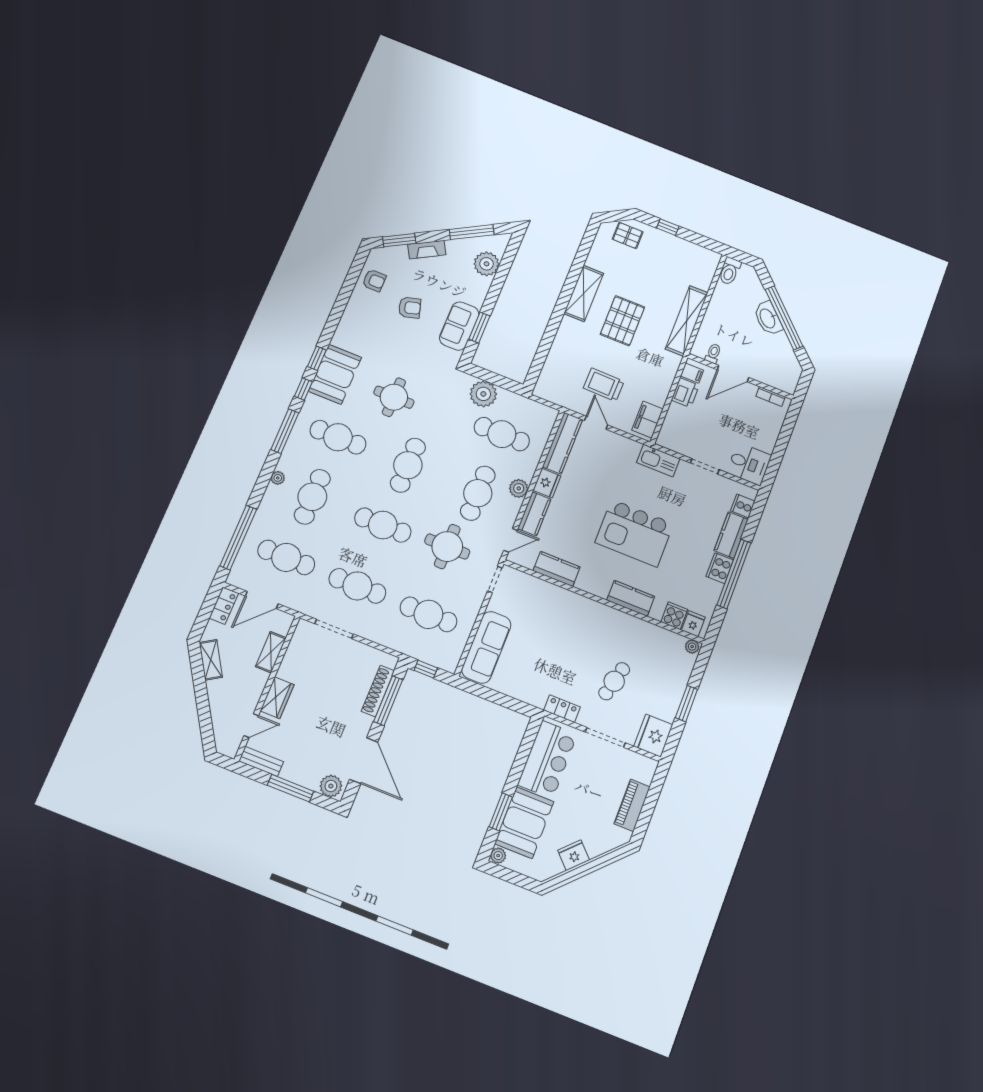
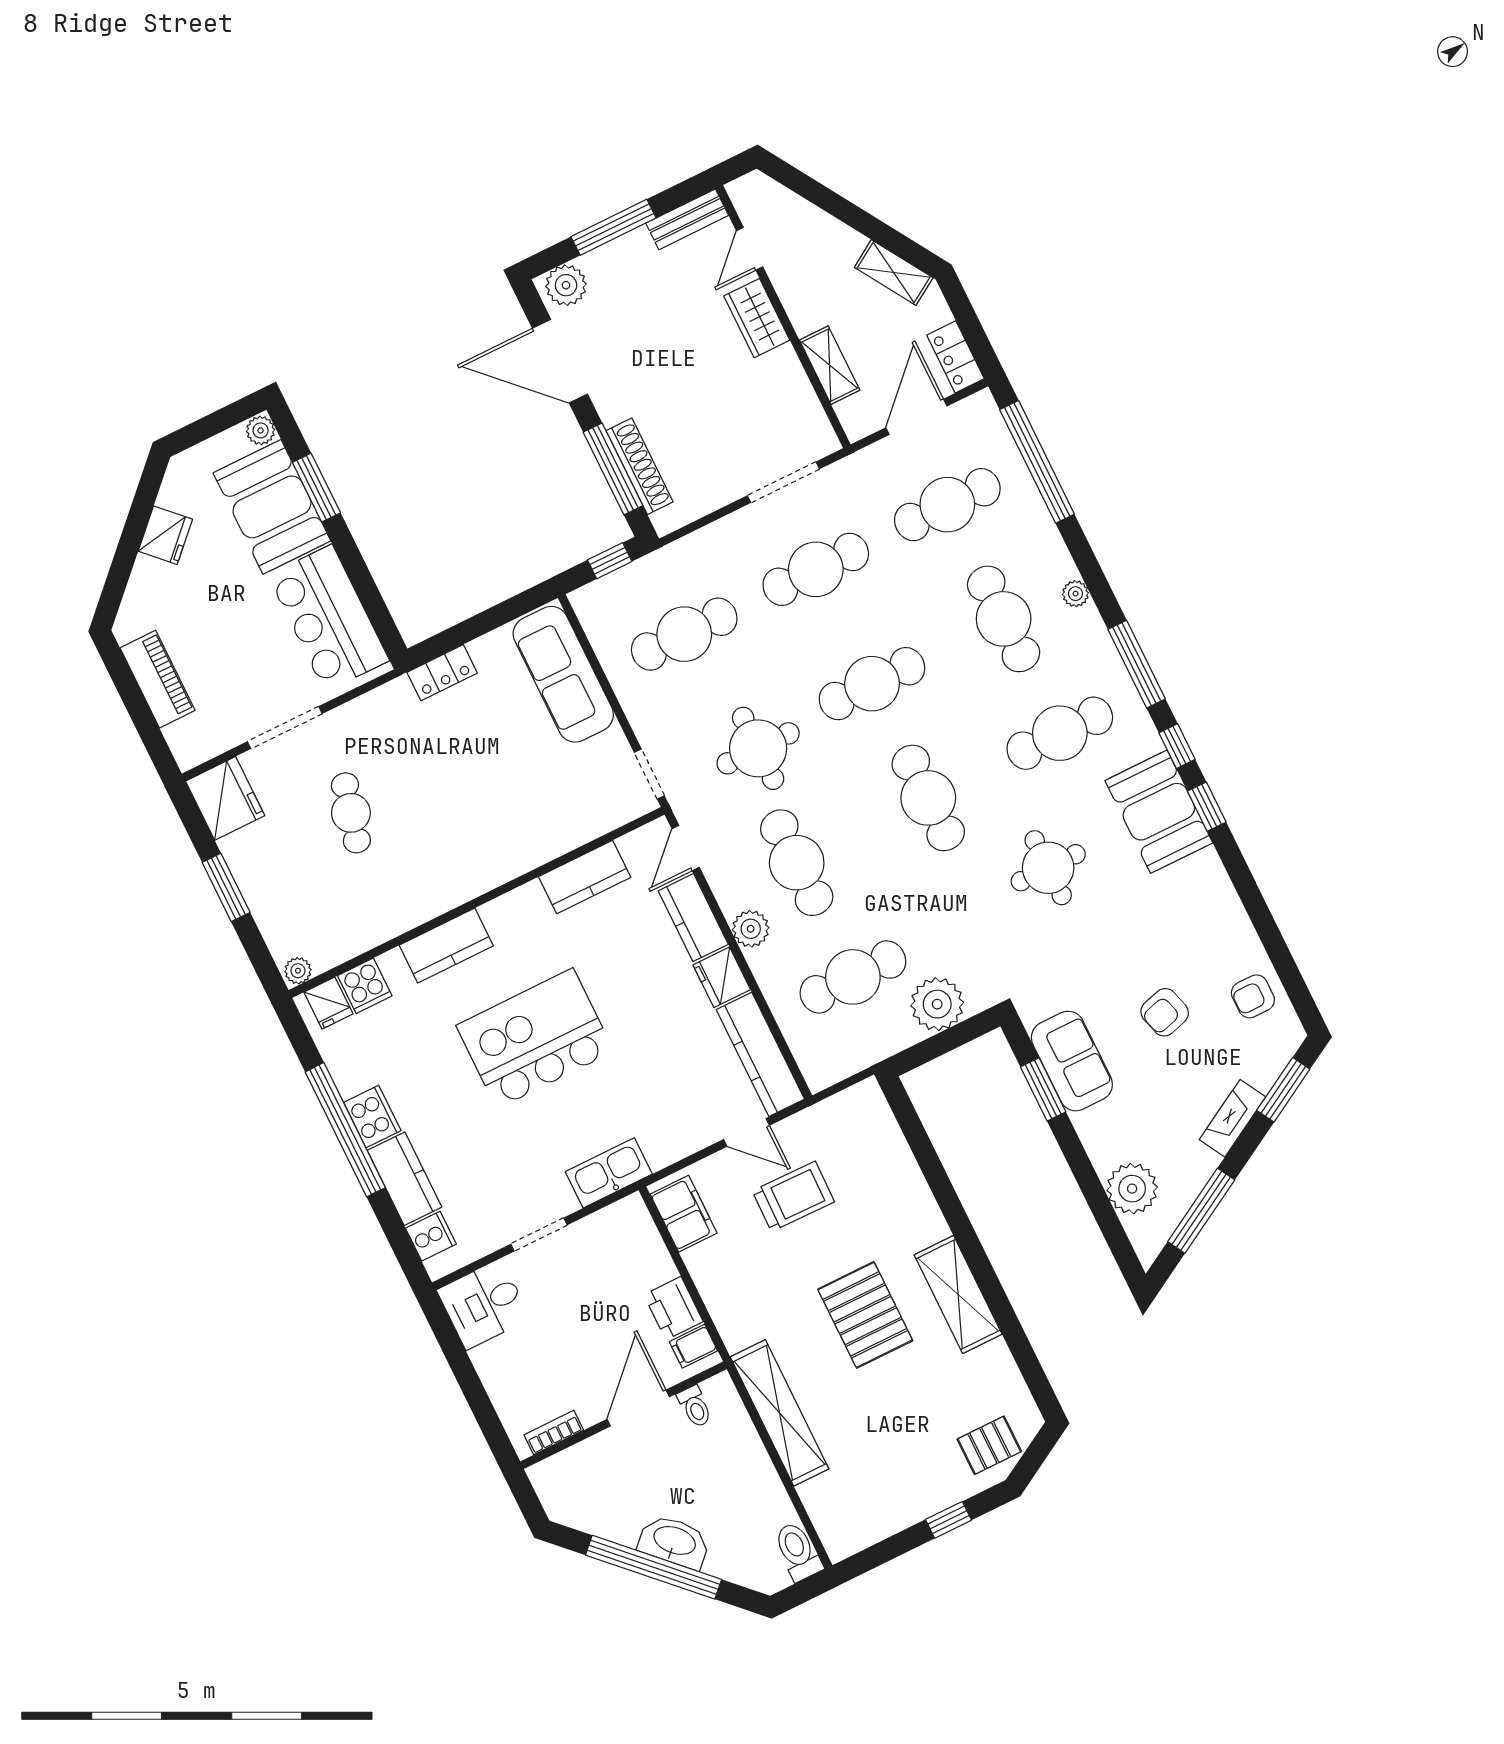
locker: (562, 709) -> (442, 673), moved

